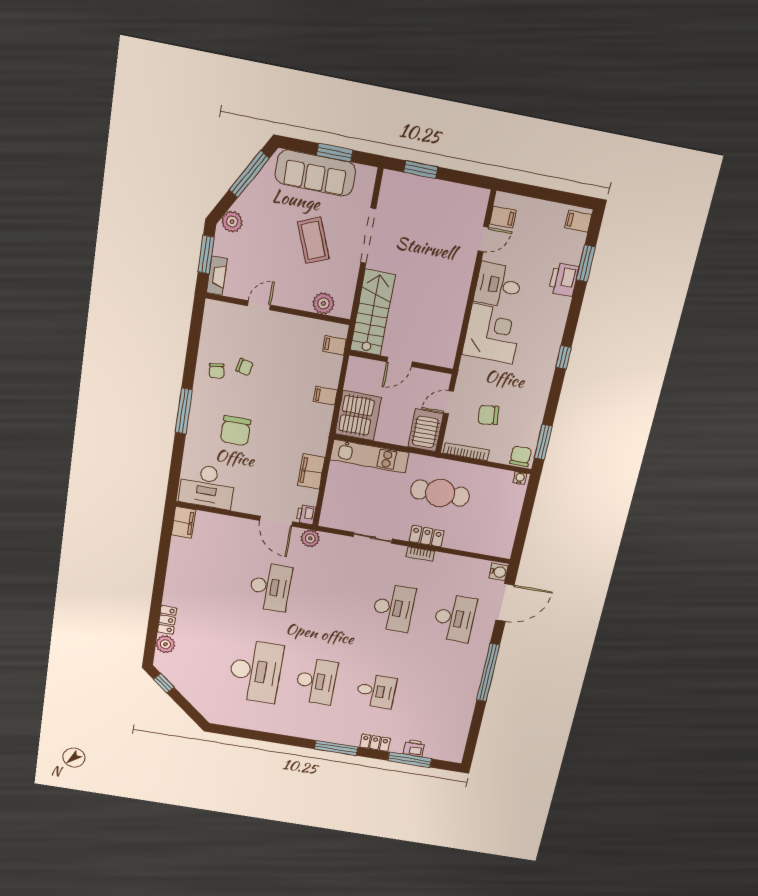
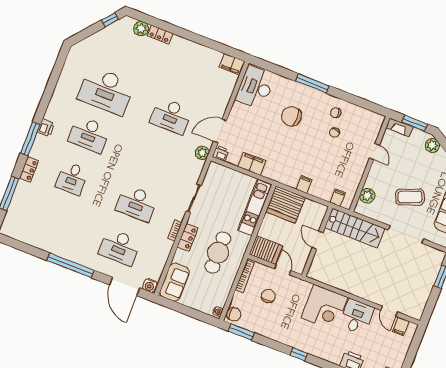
sofa: (489, 542) -> (175, 282), added
printer: (414, 748) -> (46, 128), moved

